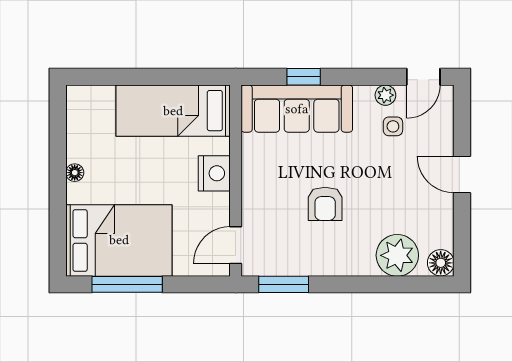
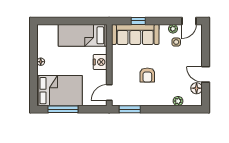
door: (462, 175) -> (206, 74), moved
plant: (397, 255) -> (178, 101), width x0.53, depth x0.53
floor lamp: (441, 263) -> (197, 88), moved

